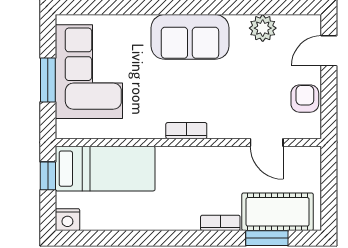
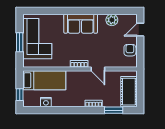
door: (267, 142) -> (98, 69), moved
window: (48, 176) -> (20, 95), moved
cot: (278, 212) -> (129, 92), moved, turned 90
nightstand: (67, 220) -> (46, 102), moved

